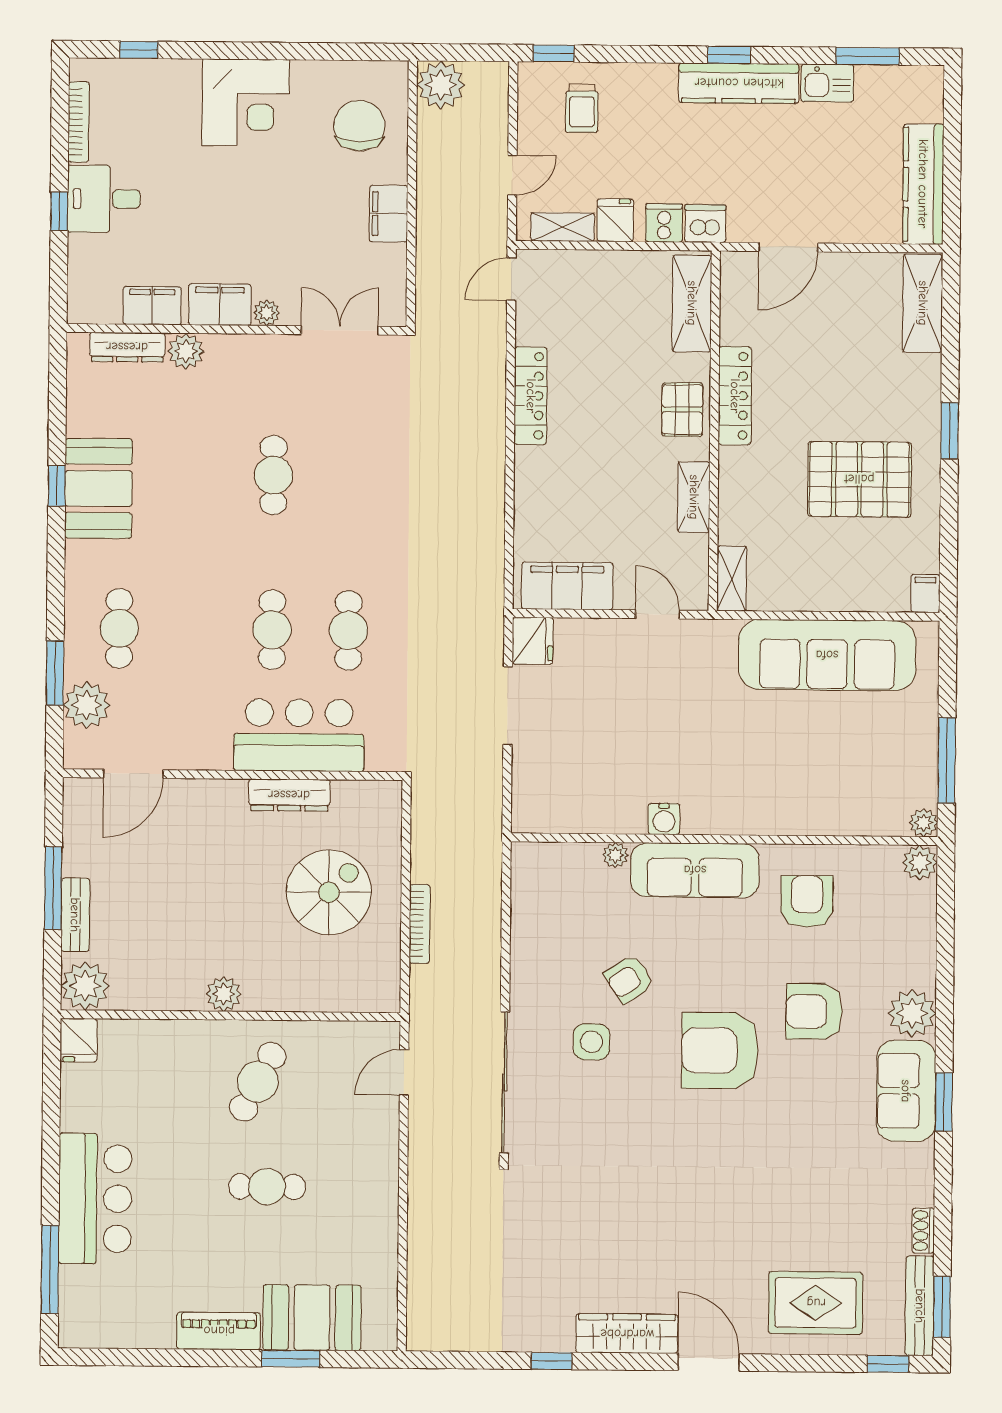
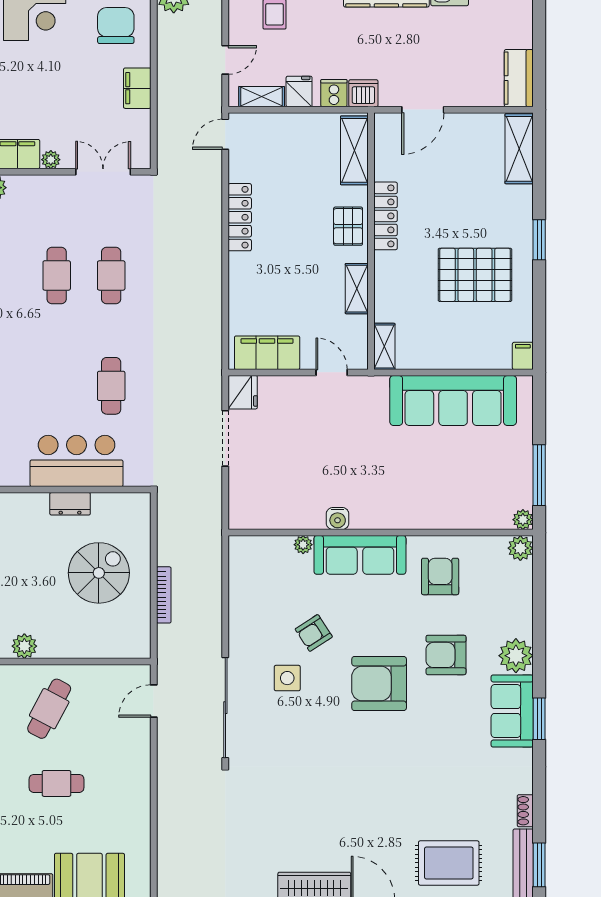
kitchen counter: (923, 184) -> (519, 78), width x0.67
cafe table: (272, 630) -> (111, 275), moved
dresser: (289, 795) -> (70, 504), width x0.70

